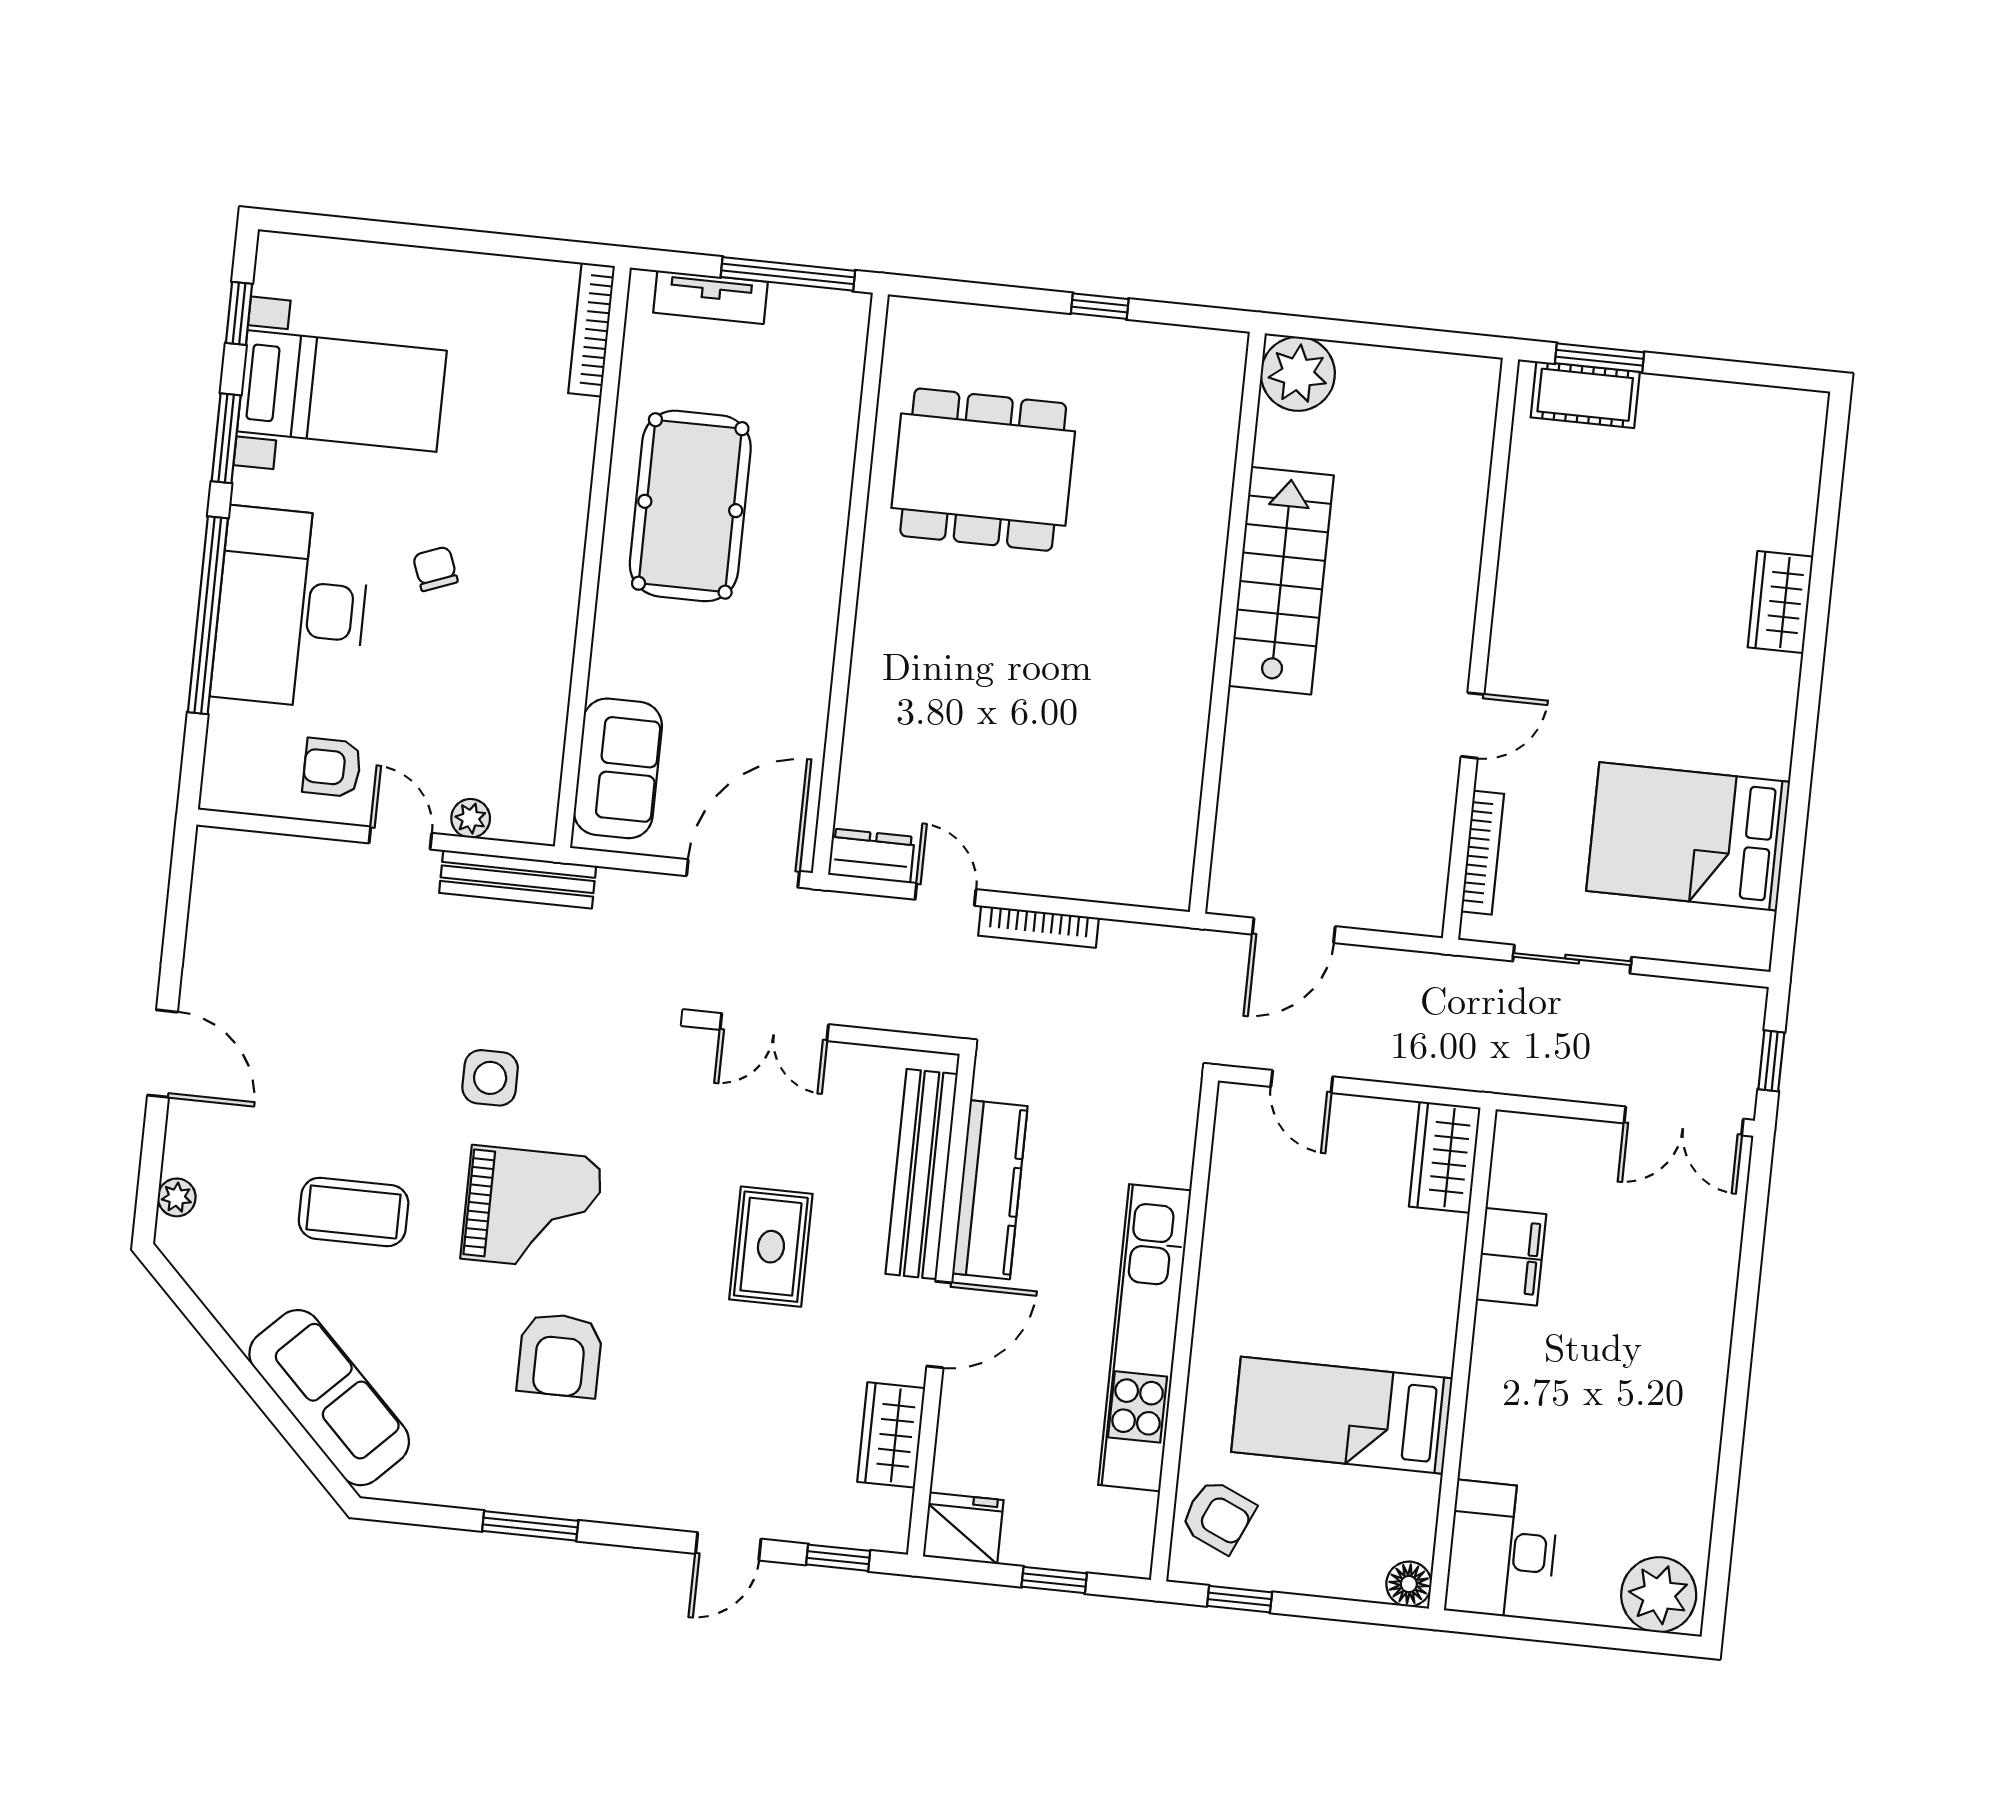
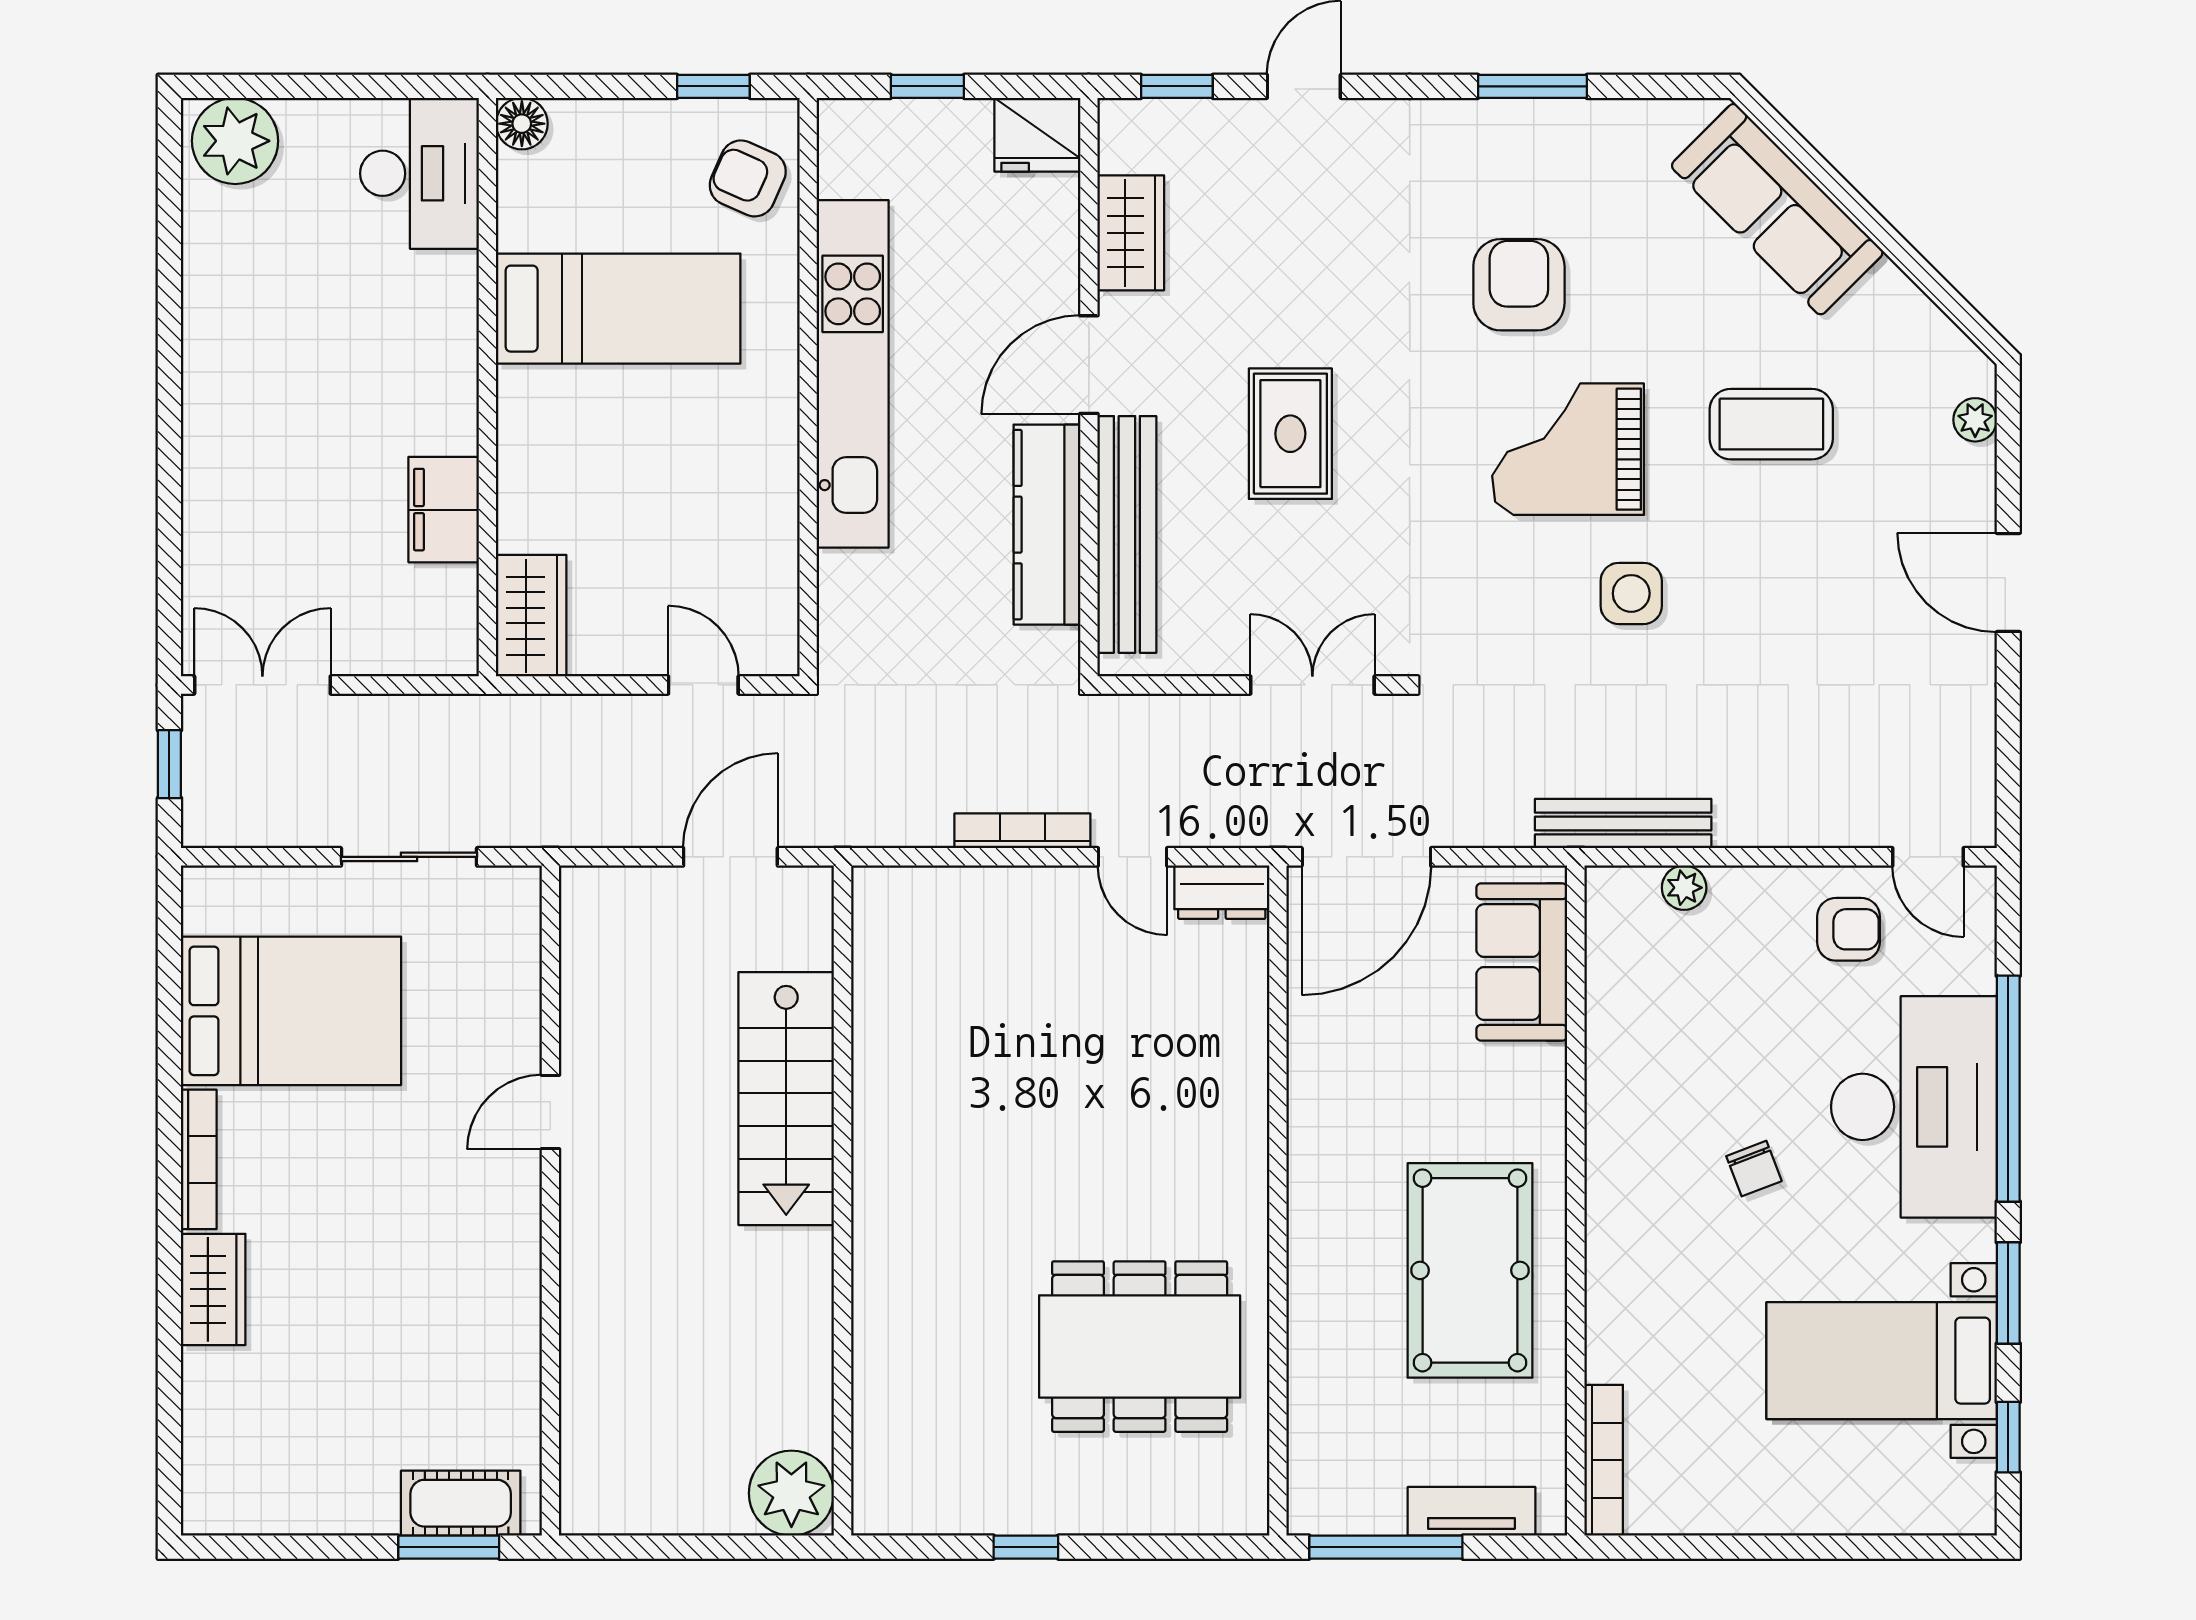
stairs: (1281, 581) -> (786, 1099), moved
door: (400, 838) -> (1928, 857), moved
bookcase: (1483, 853) -> (199, 1159), moved, turned 180

